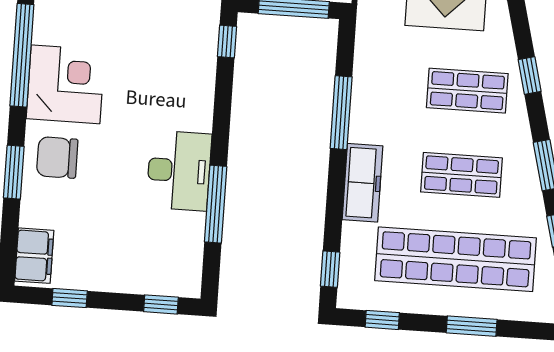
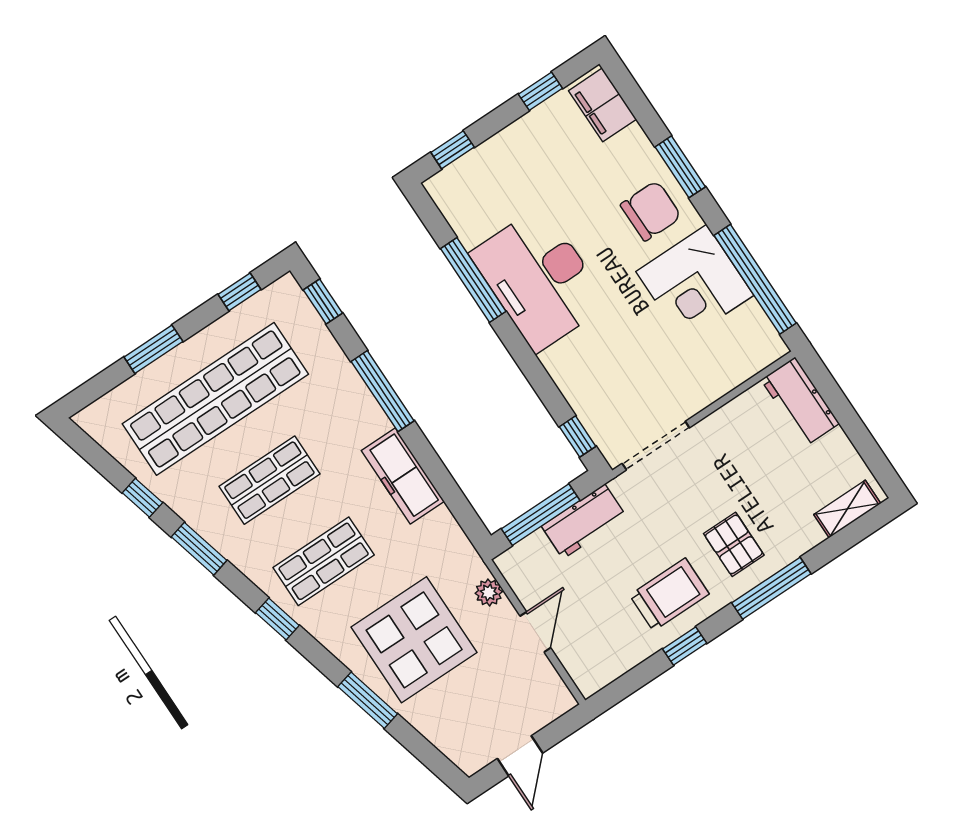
window: (341, 113) -> (383, 391), moved
desk: (179, 171) -> (539, 279), width x1.36, depth x1.30
freezer: (362, 183) -> (403, 476), moved

